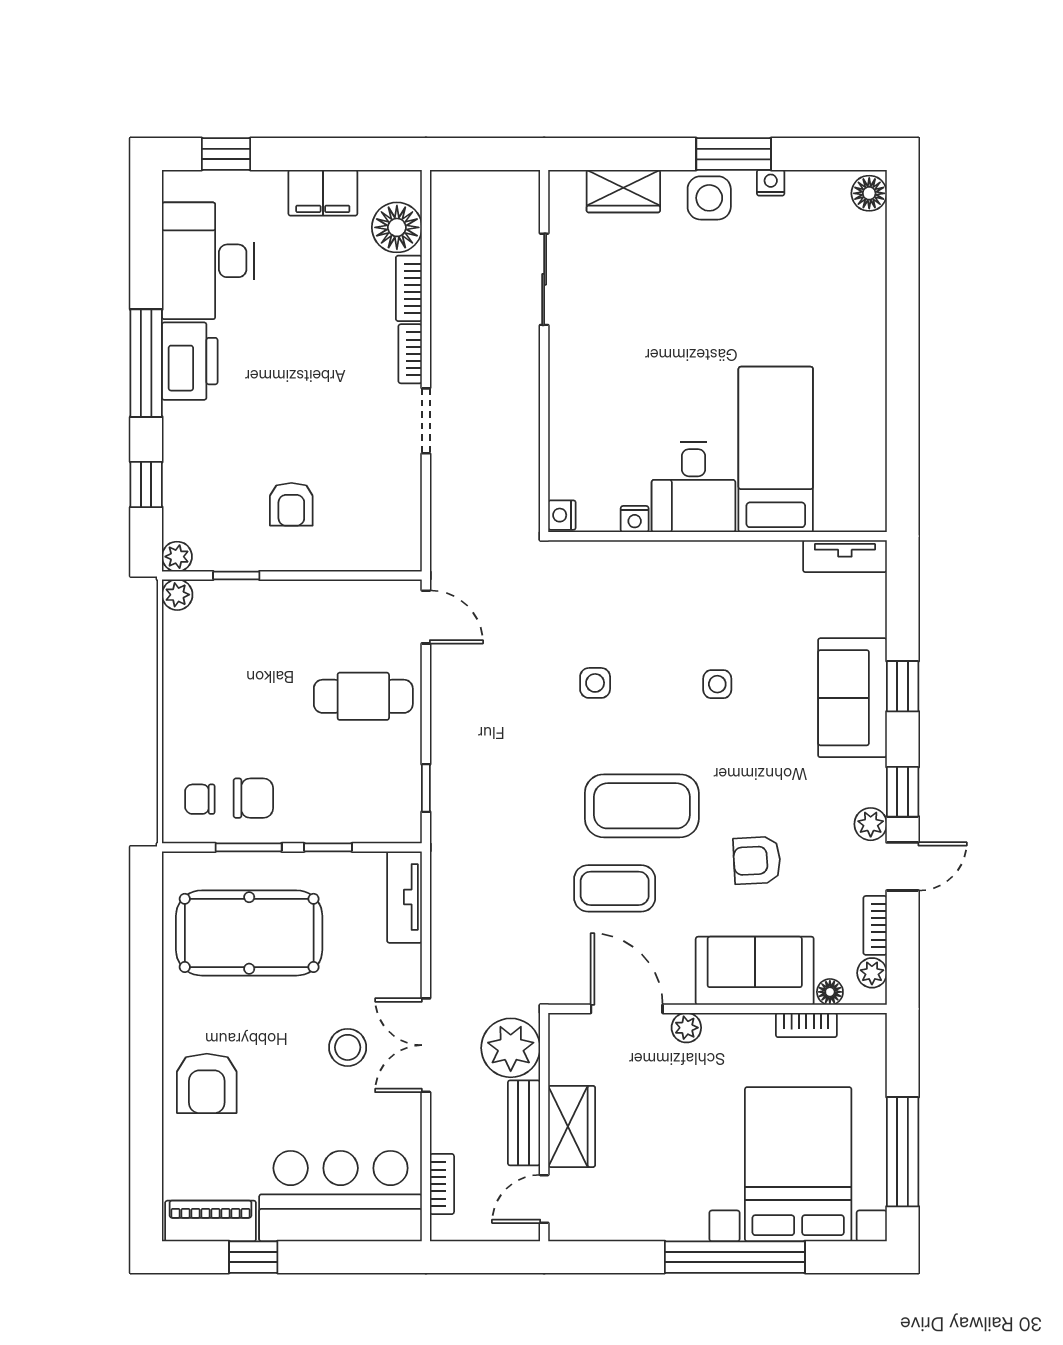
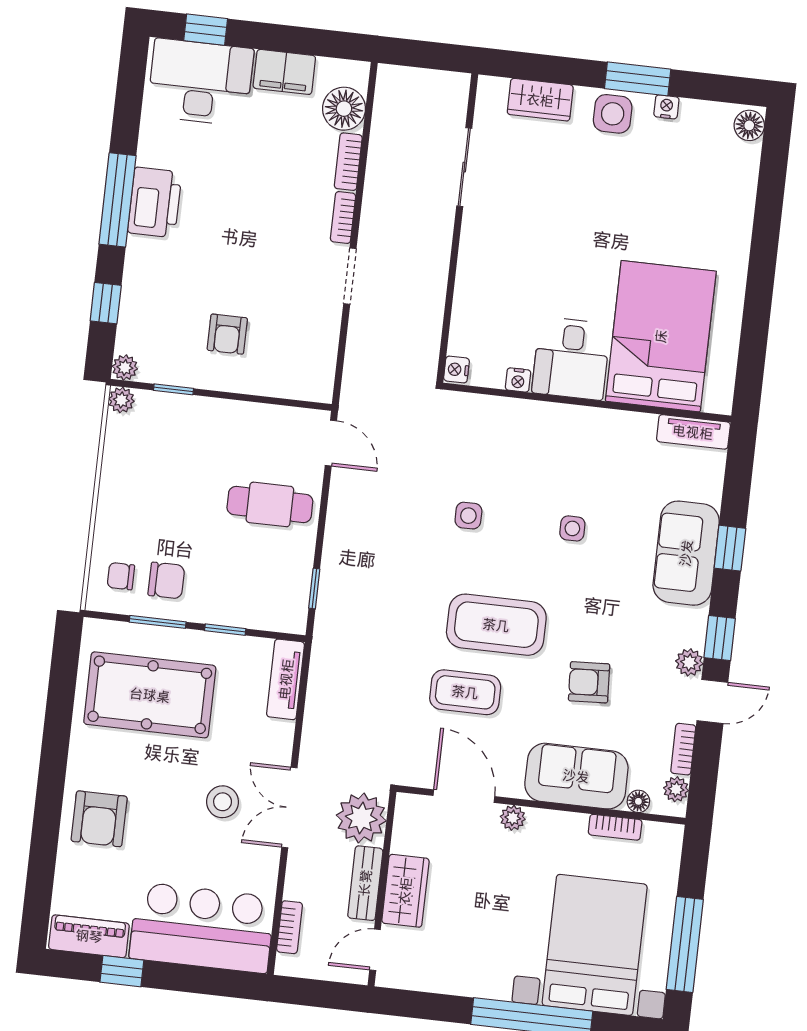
desk: (208, 261) -> (200, 82), moved, turned 90
bed: (776, 449) -> (661, 336), width x1.50

